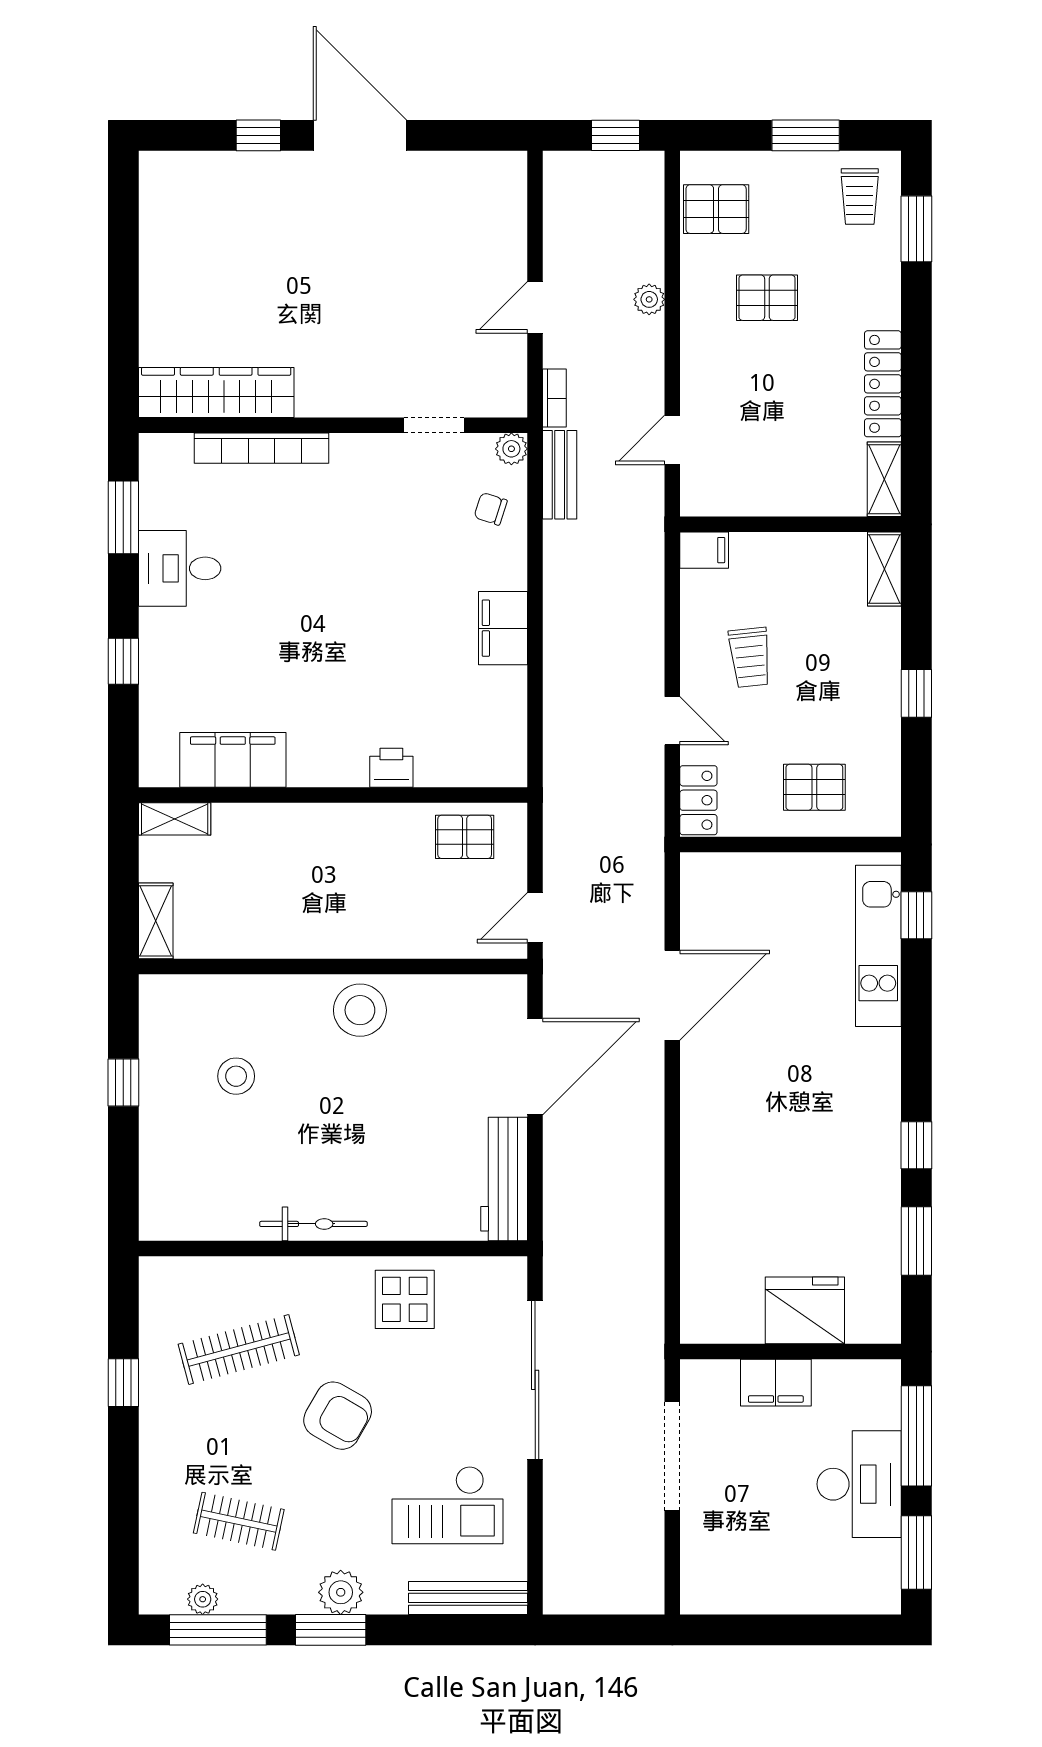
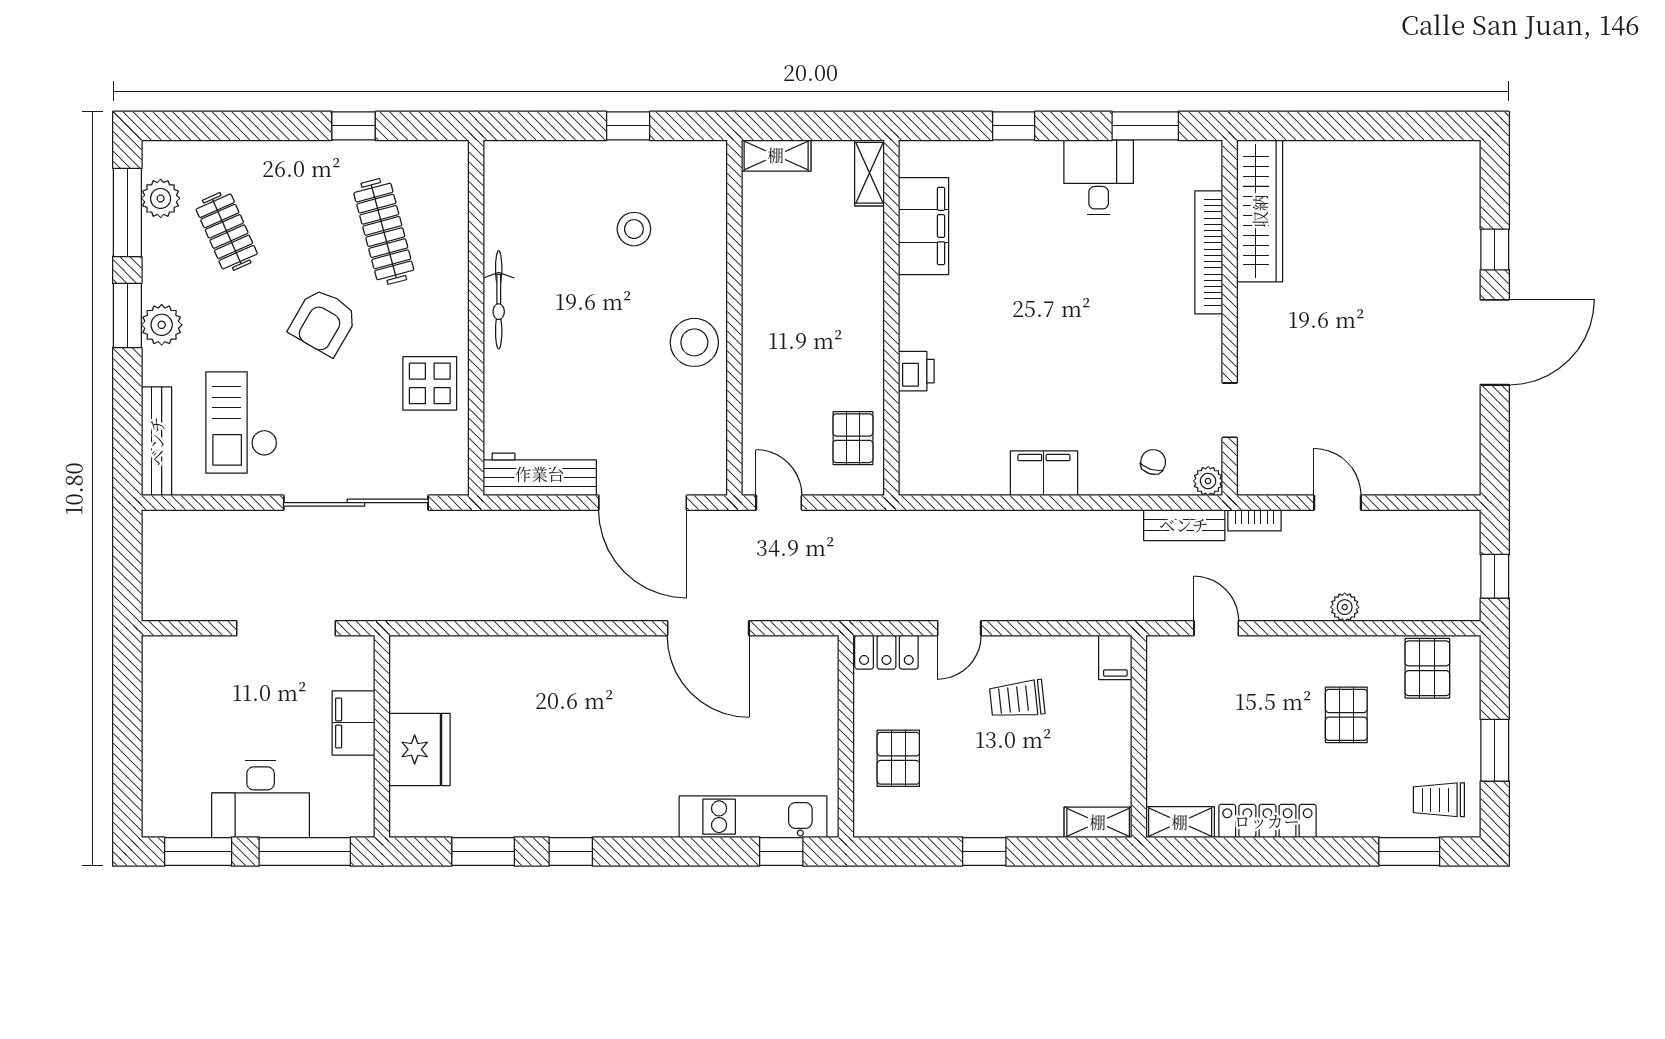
clothes rail: (239, 1521) -> (227, 231), turned -36
plant: (203, 1599) -> (161, 198), width x1.38, depth x1.38

